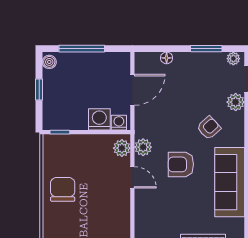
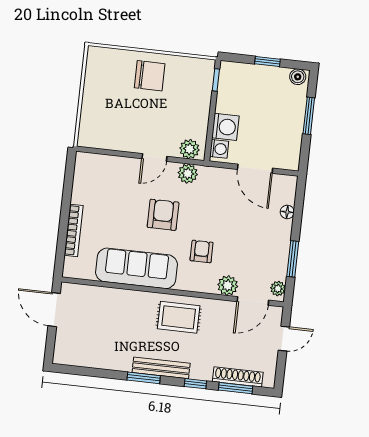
window: (82, 49) -> (309, 116), width x0.69
armchair: (209, 128) -> (202, 251), turned -138

